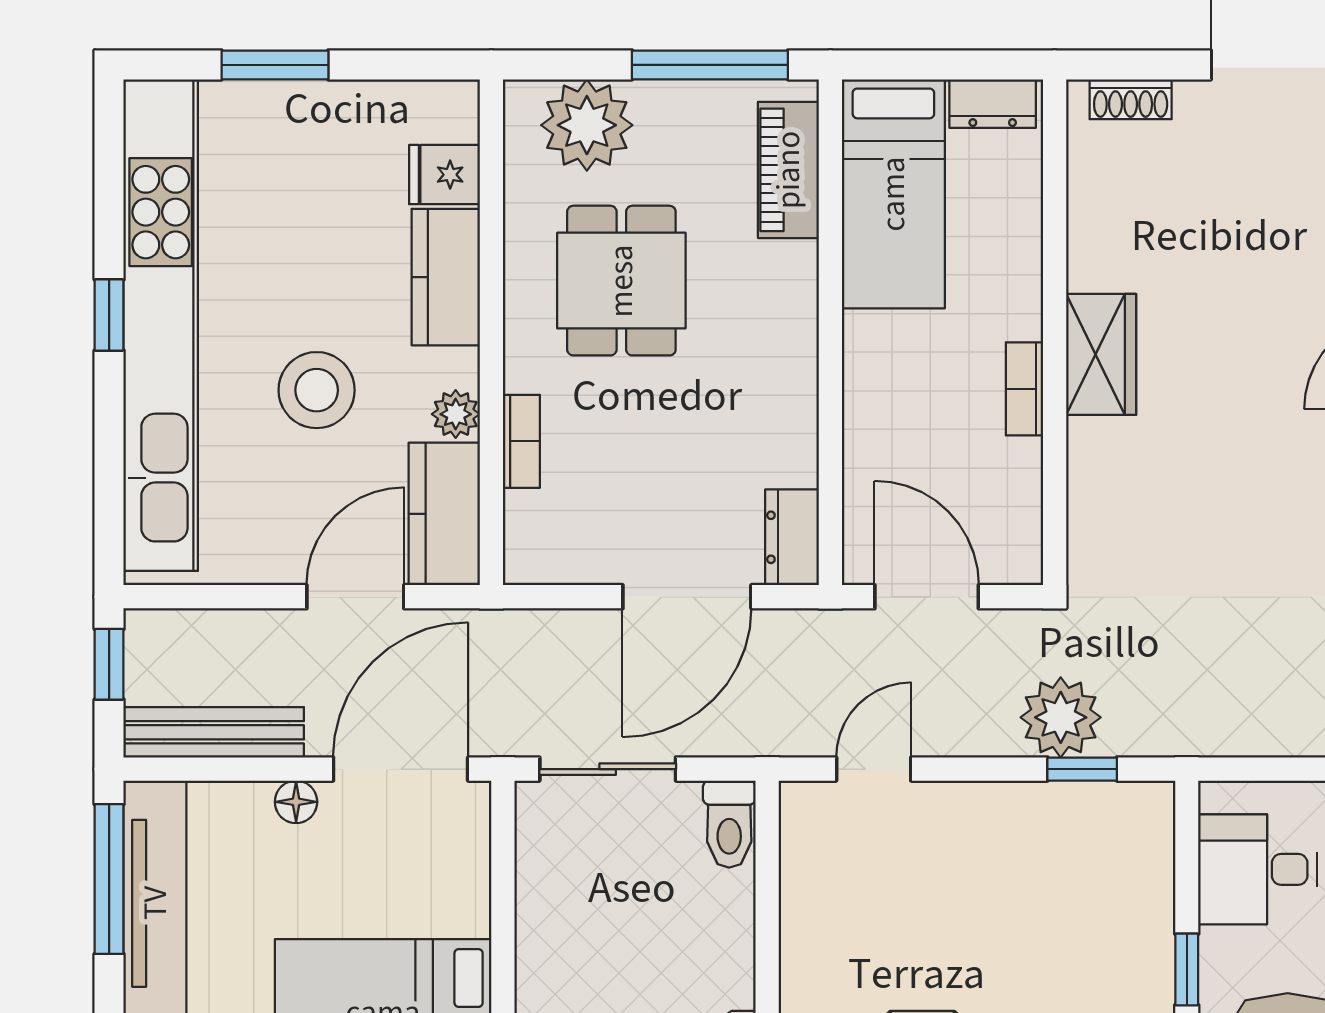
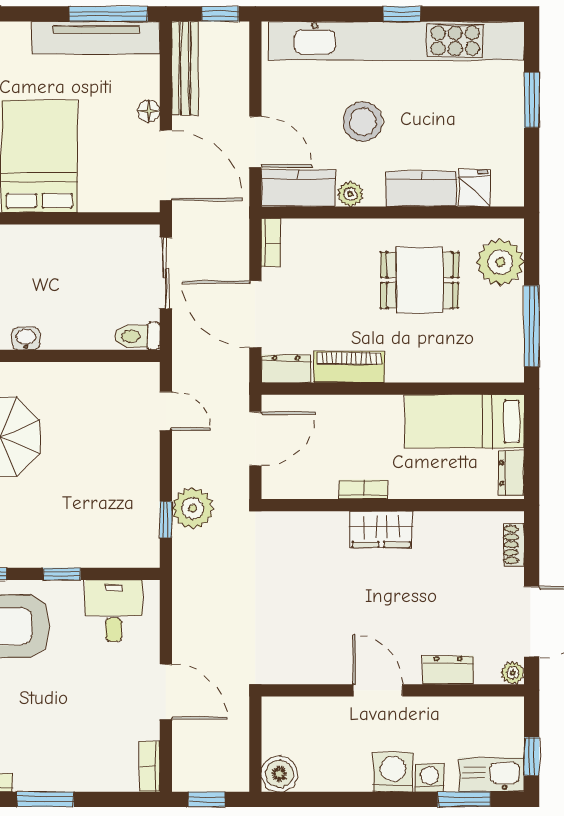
piano: (788, 170) -> (349, 367), moved
bookcase: (521, 441) -> (271, 243), moved, turned -90

